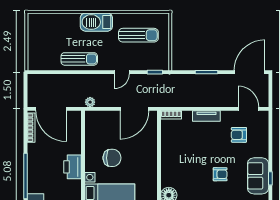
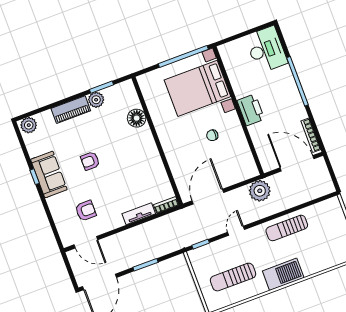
plant: (90, 102) -> (260, 191), width x1.88, depth x1.88
tv unit: (206, 116) -> (139, 214), moved
chair: (112, 158) -> (212, 135), width x0.54, depth x0.54

